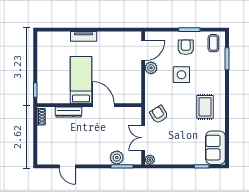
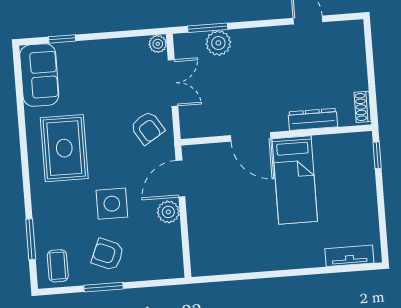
tv unit: (84, 36) -> (349, 256), moved
armchair: (186, 47) -> (108, 254), turned 113
door: (143, 51) -> (180, 179), moved
rug: (205, 107) -> (64, 148), width x1.36, depth x1.43

